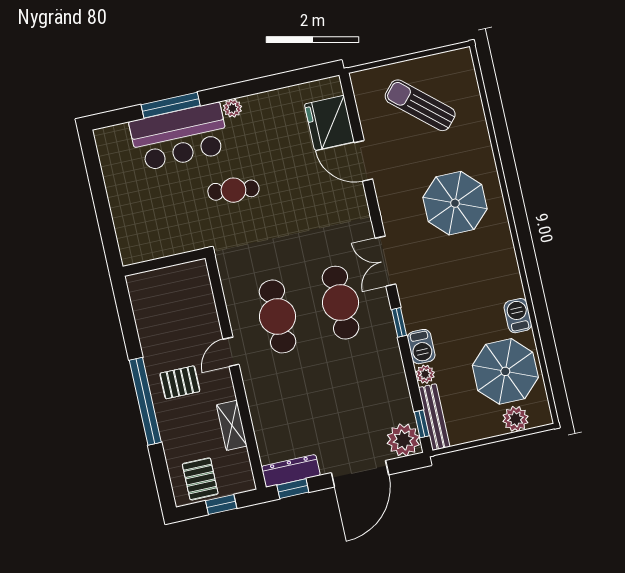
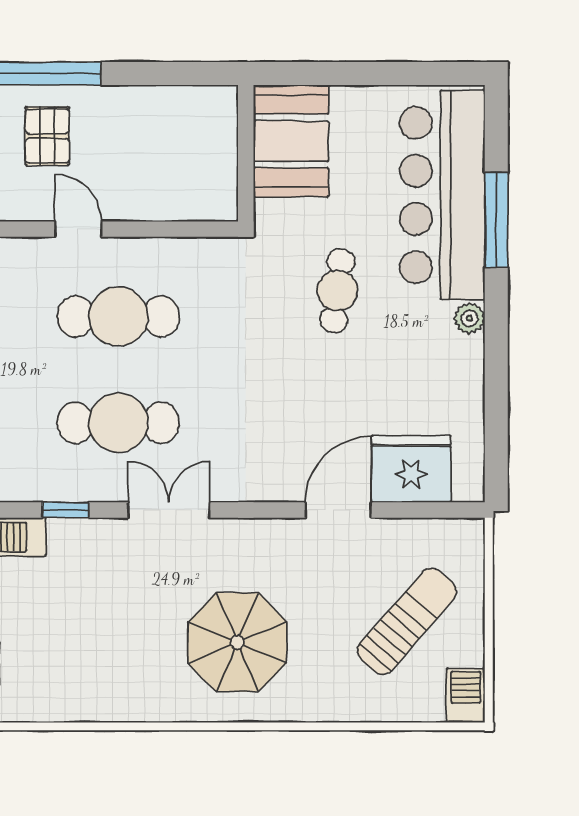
bar counter: (180, 137) -> (442, 195), width x1.36
booth: (151, 237) -> (291, 141), added
barbecue: (518, 316) -> (466, 695), moved, turned -90

